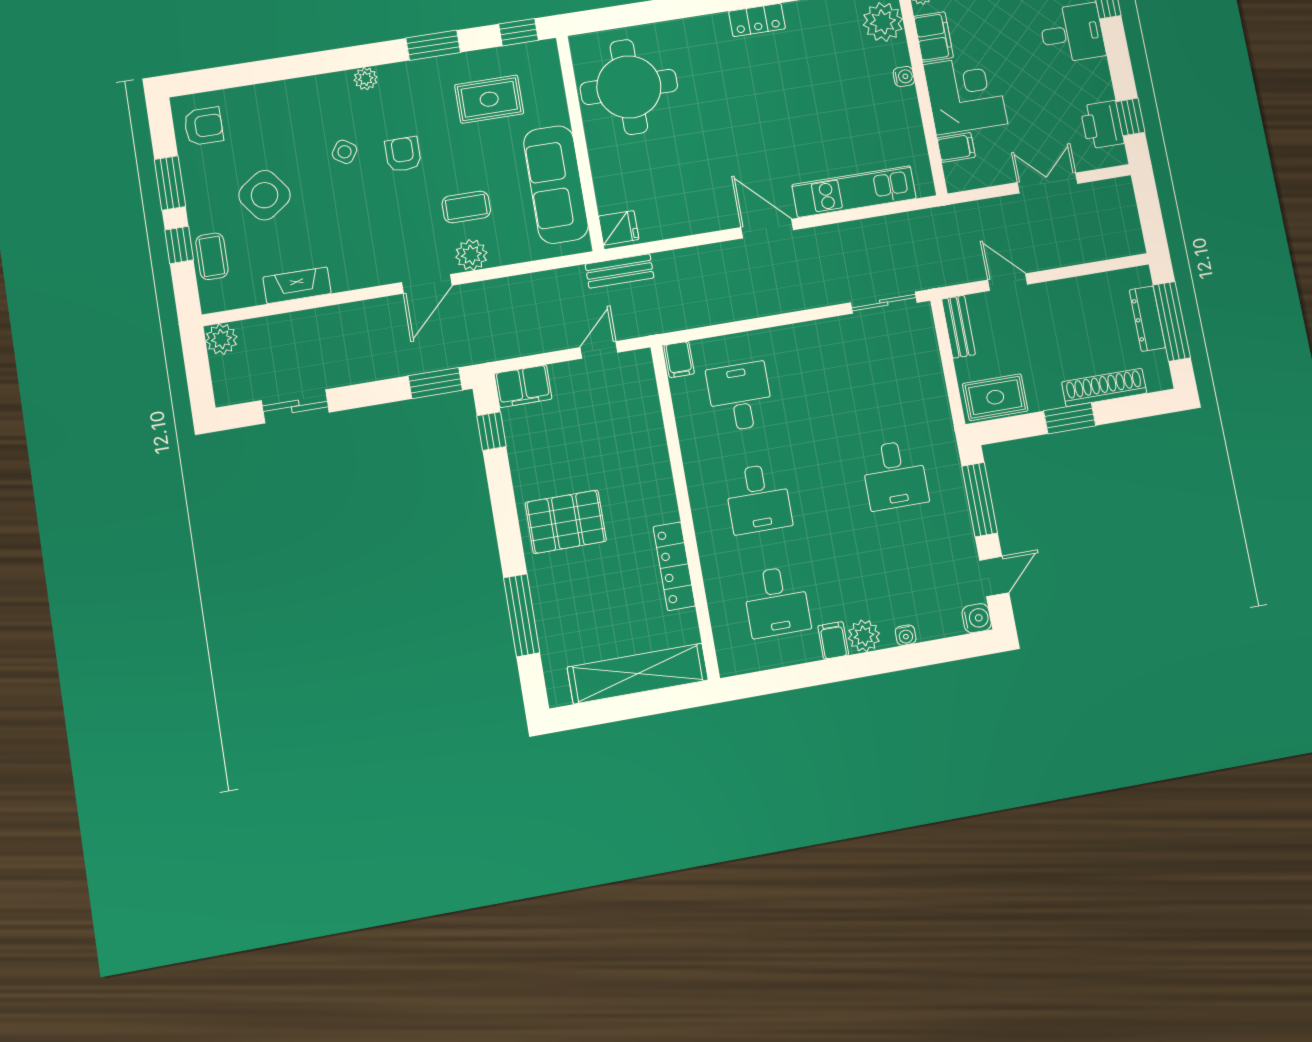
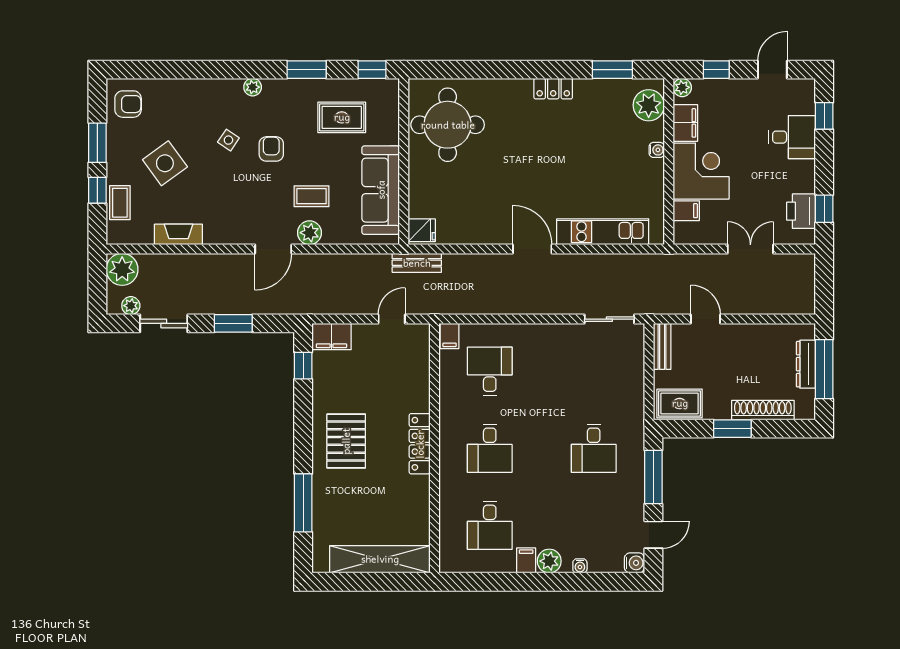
plant: (221, 339) -> (122, 269), width x1.36, depth x1.36
window: (435, 383) -> (233, 323), moved
plant: (247, 390) -> (131, 306), added
pallet: (566, 522) -> (346, 441), turned 90
locker: (674, 566) -> (420, 444), moved

